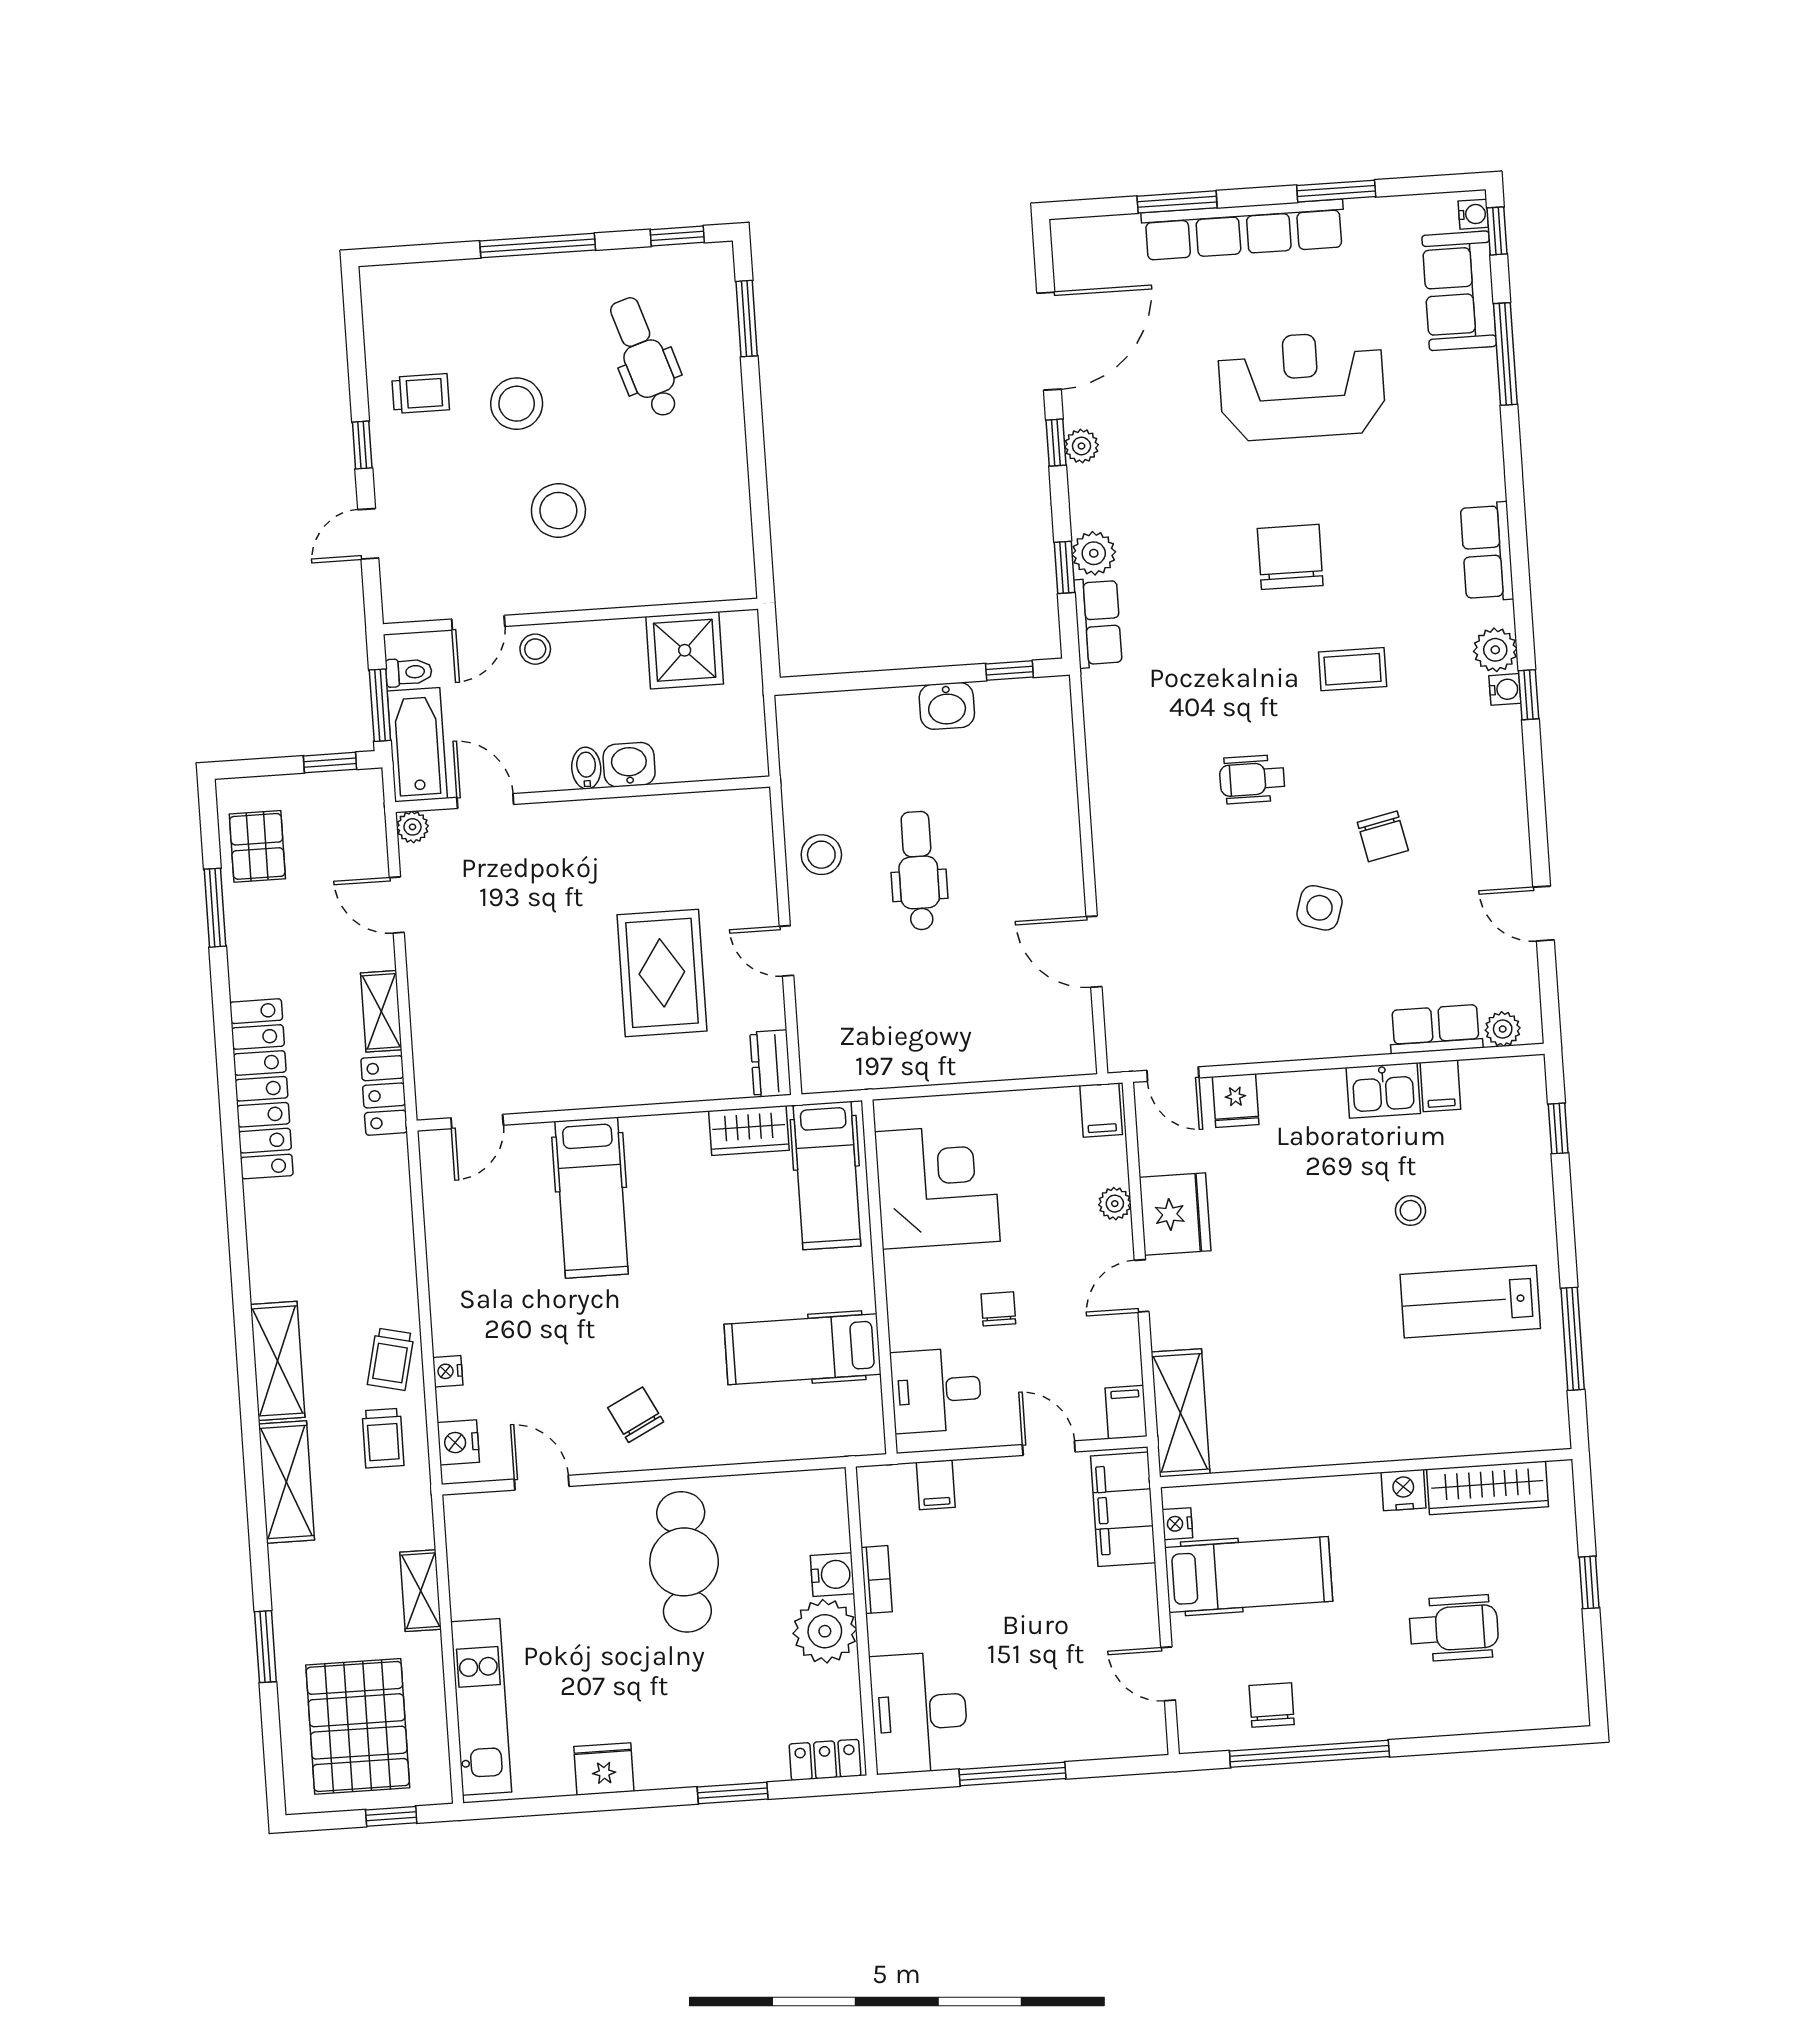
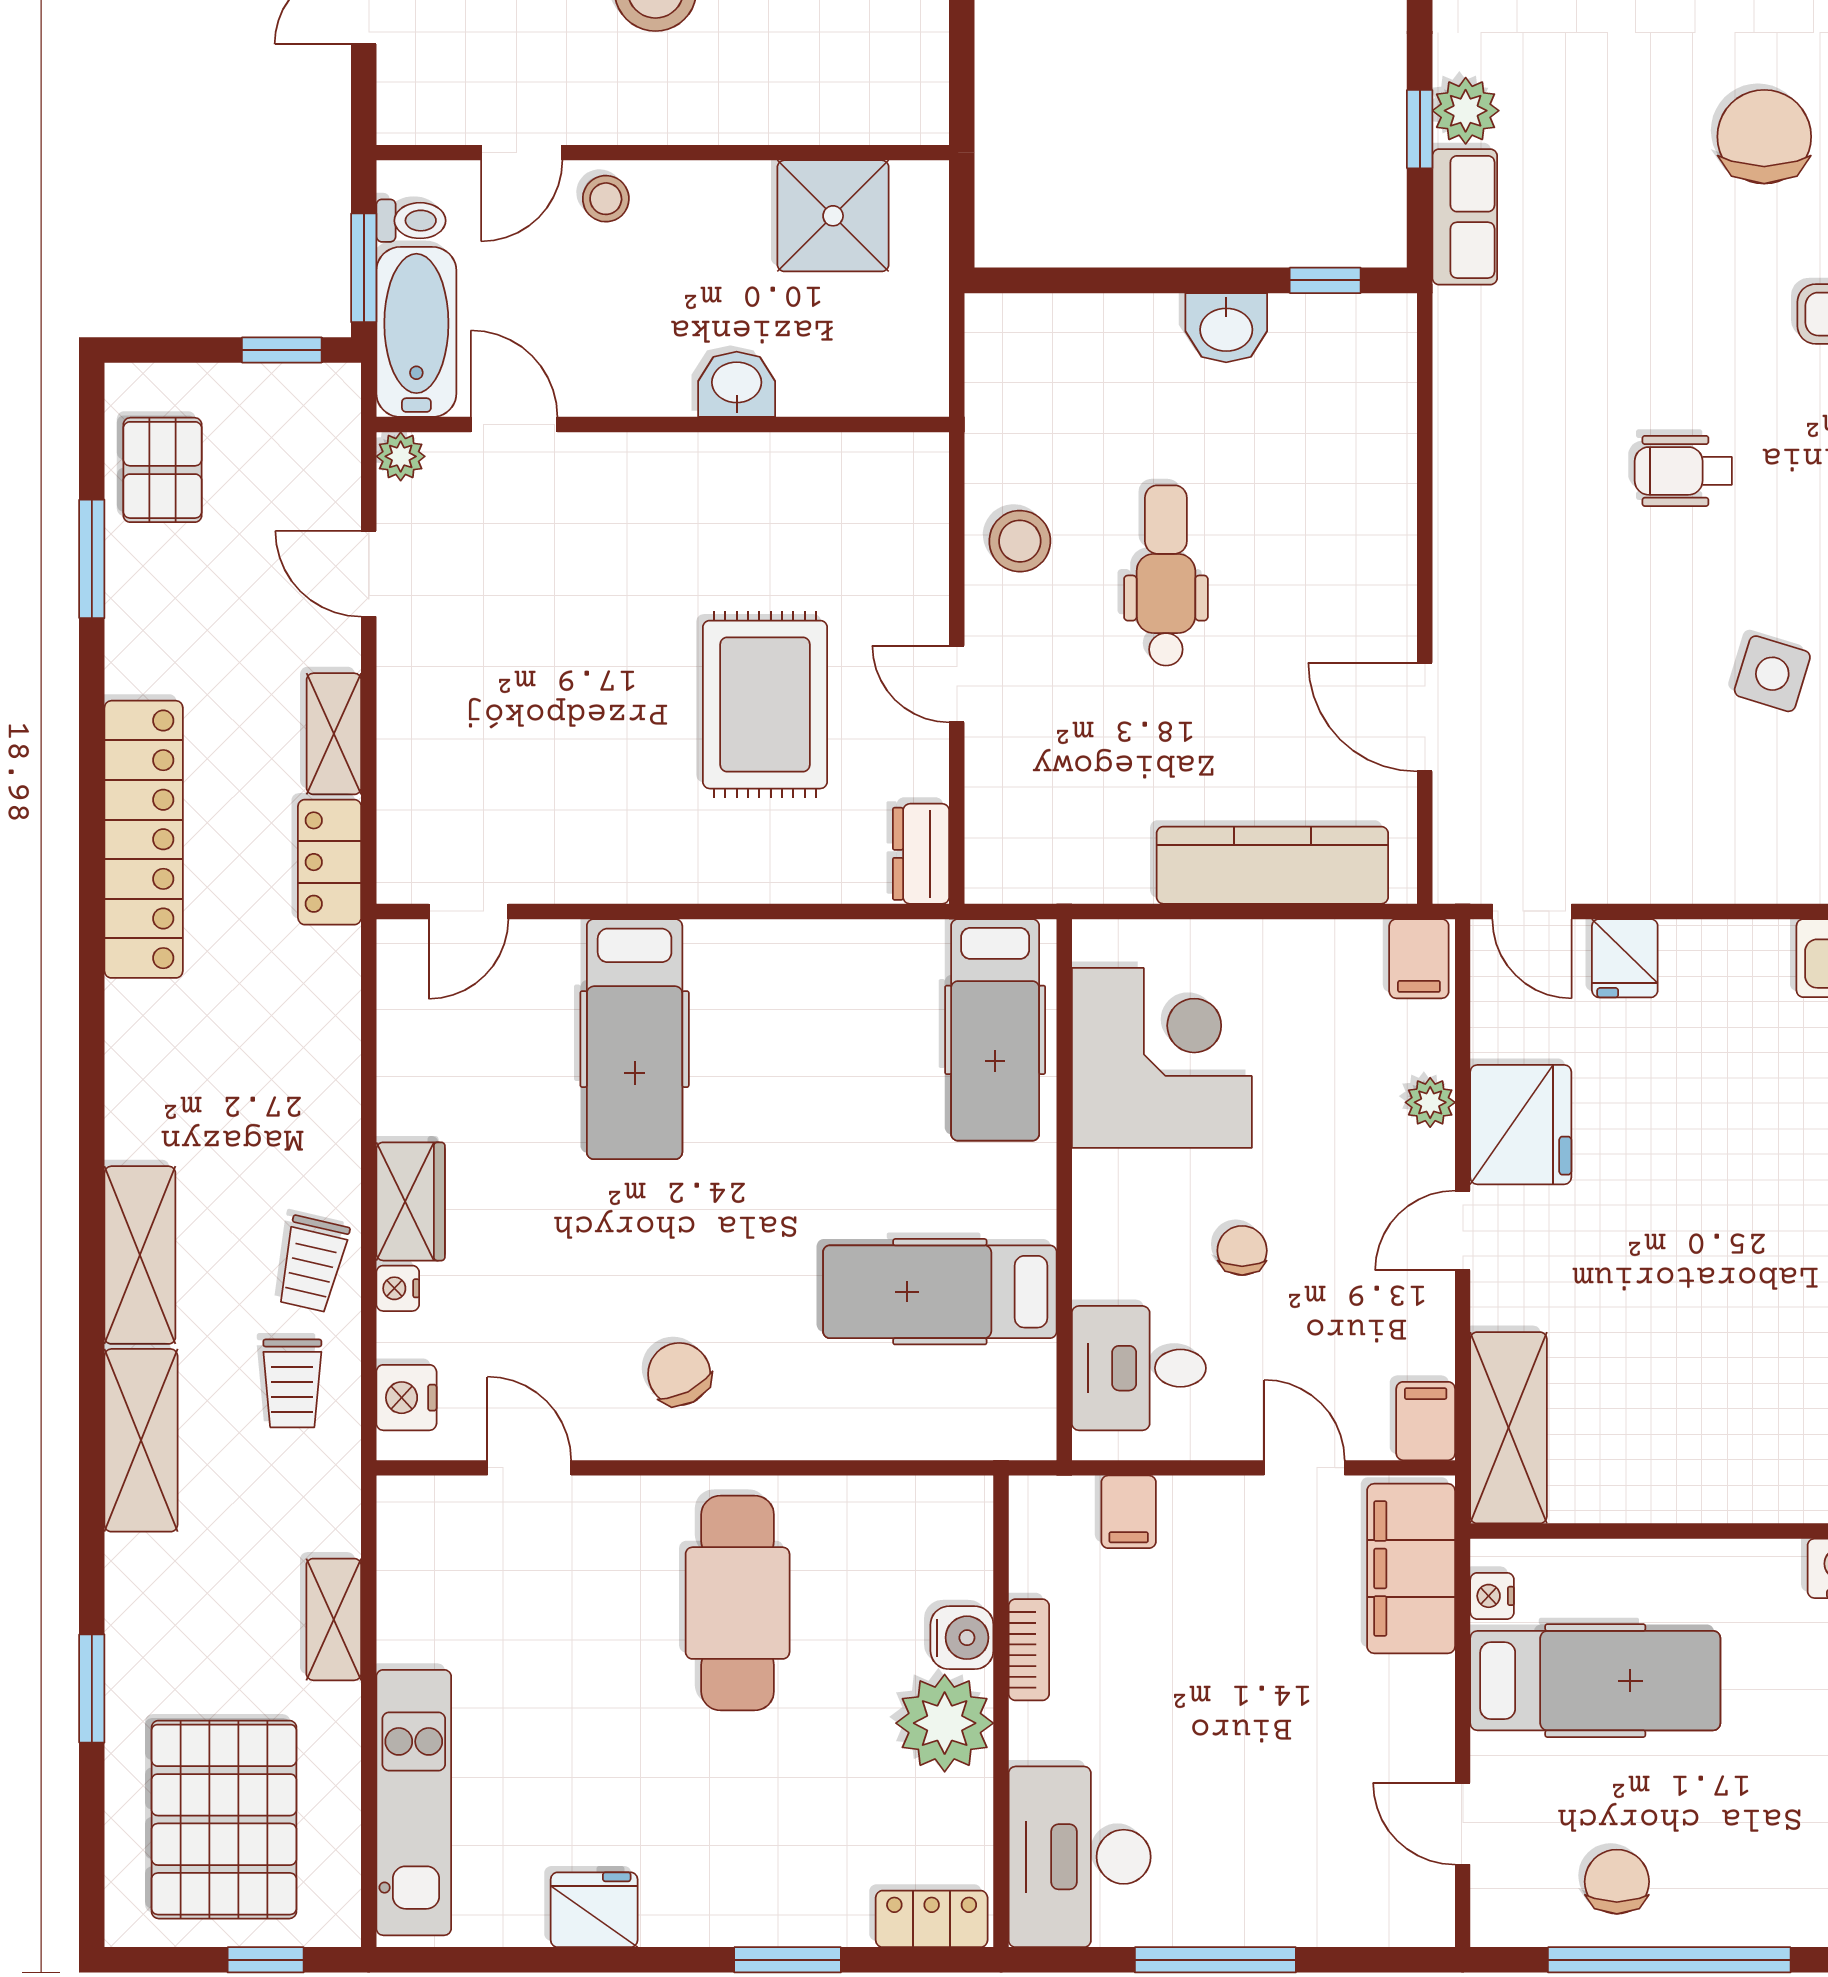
bidet: (586, 768) -> (671, 385), removed
kitchen counter: (1001, 1055) -> (1272, 865), added
wardrobe: (749, 1130) -> (411, 1201), moved, turned -90

